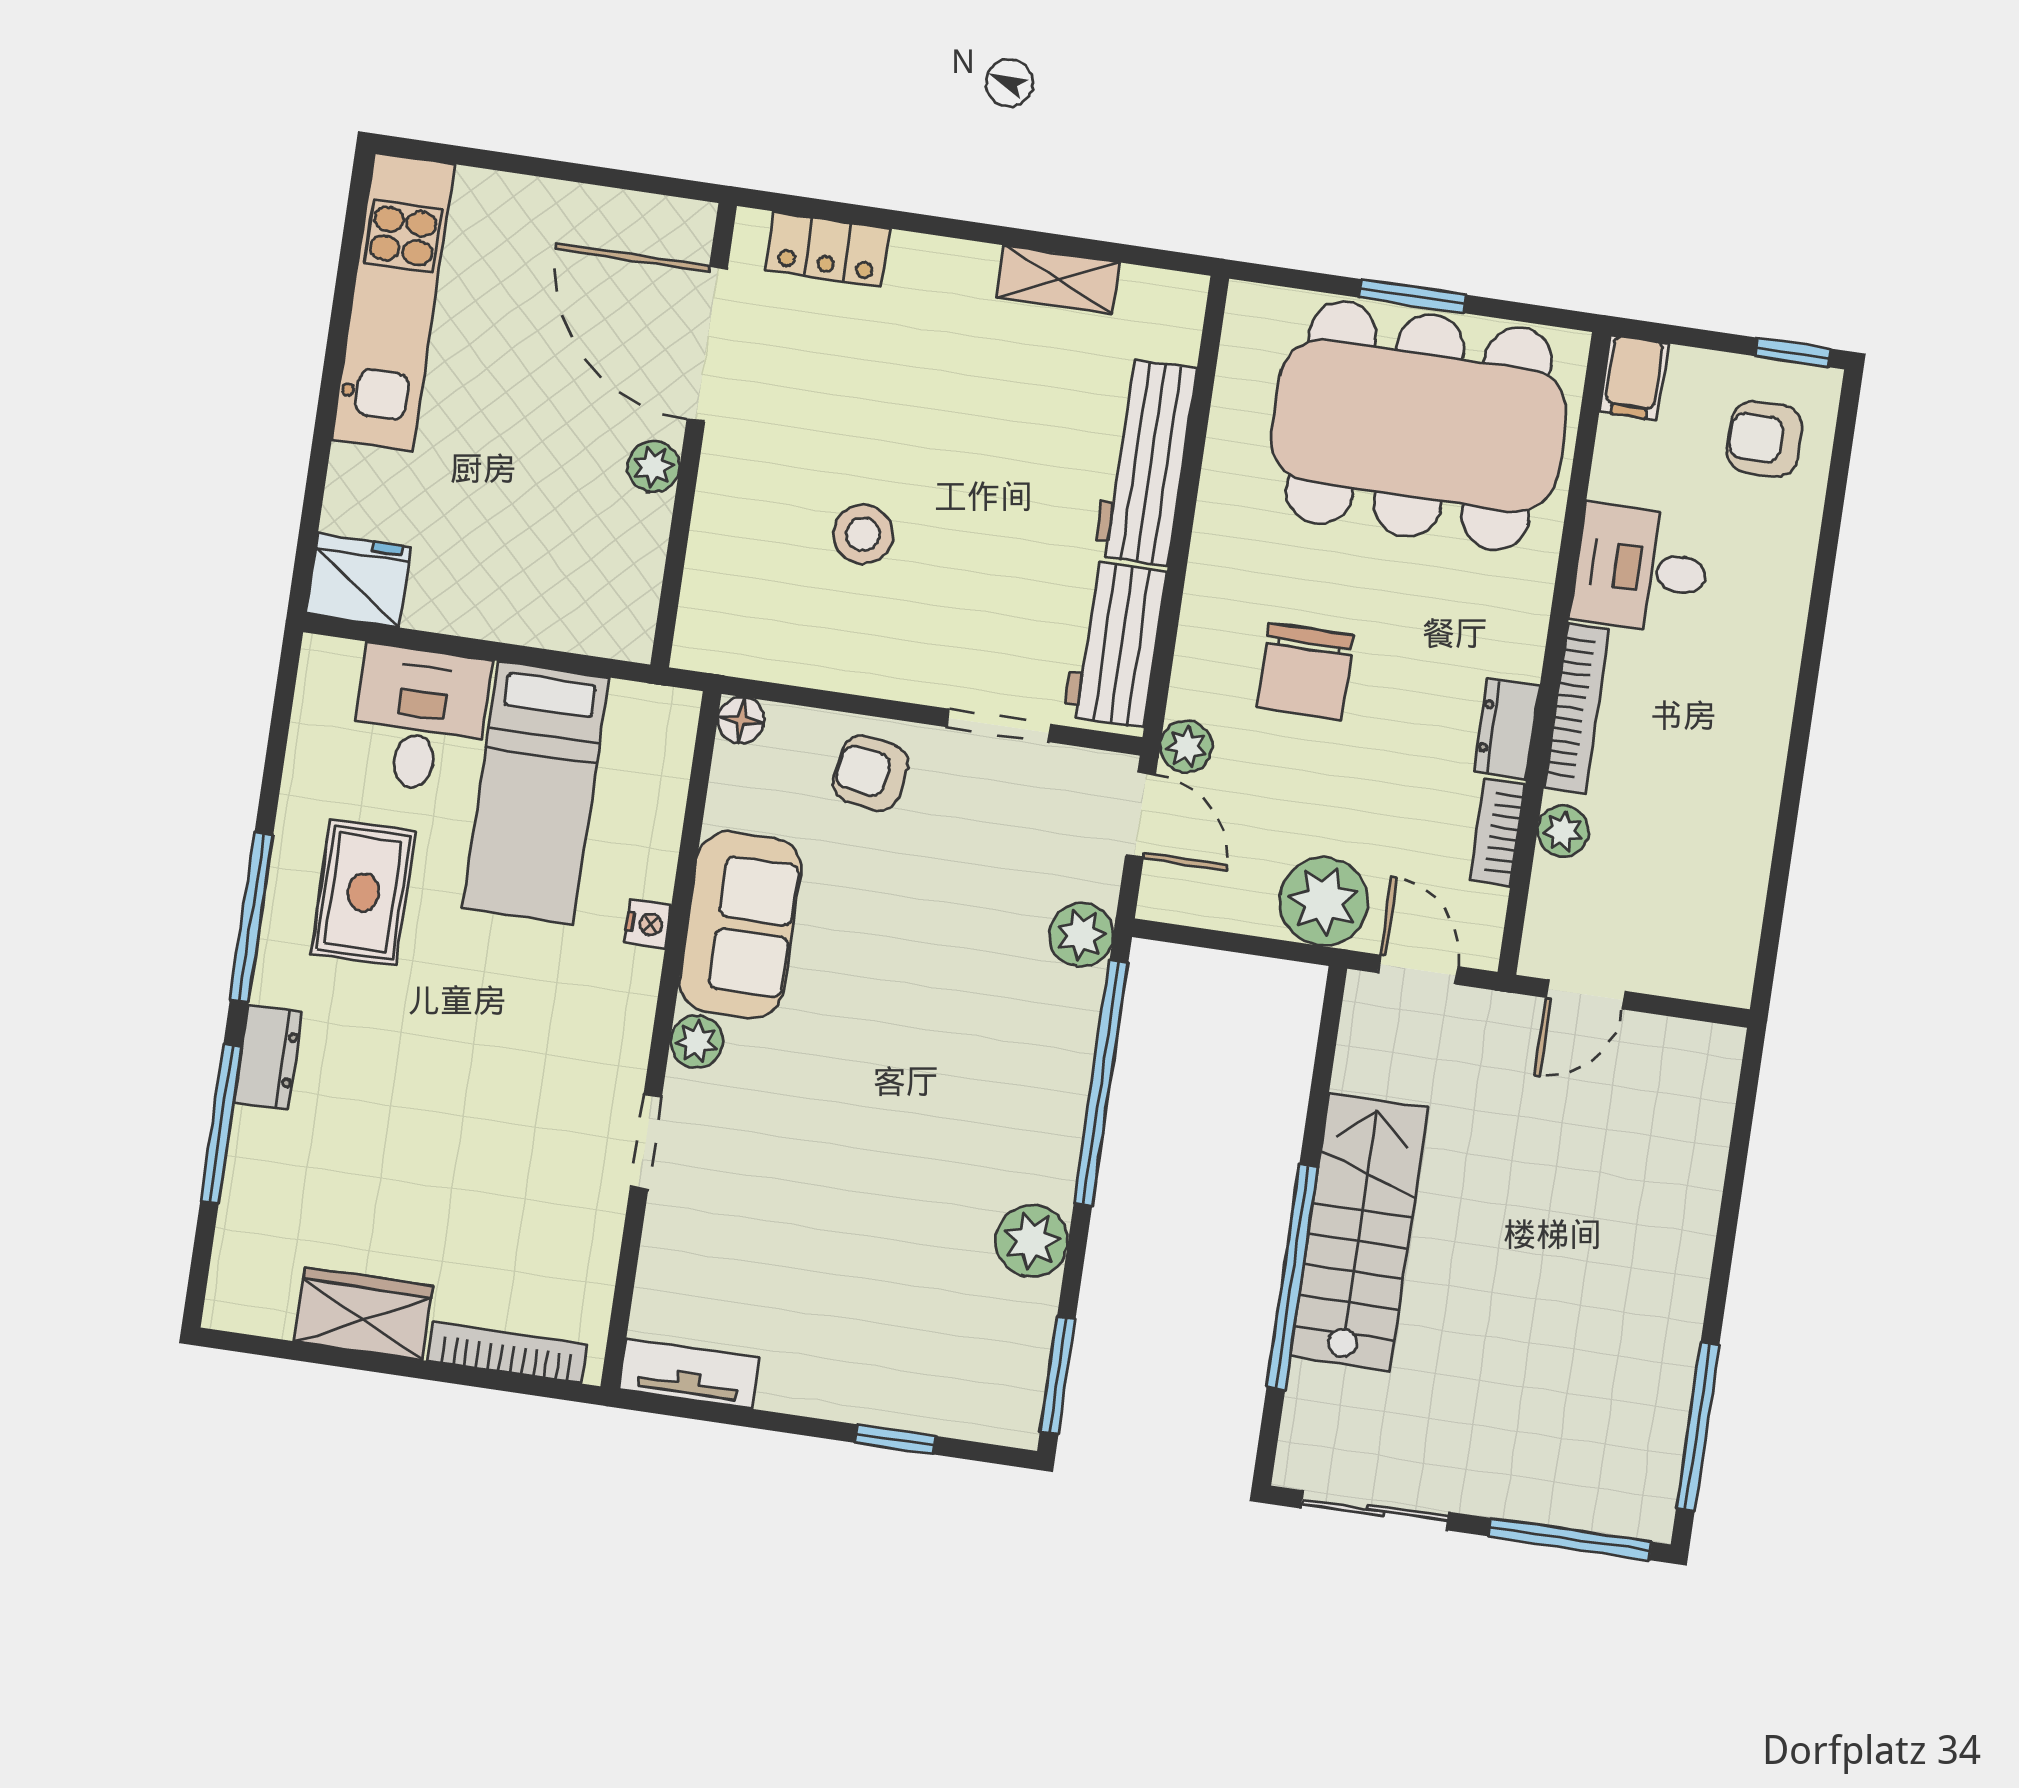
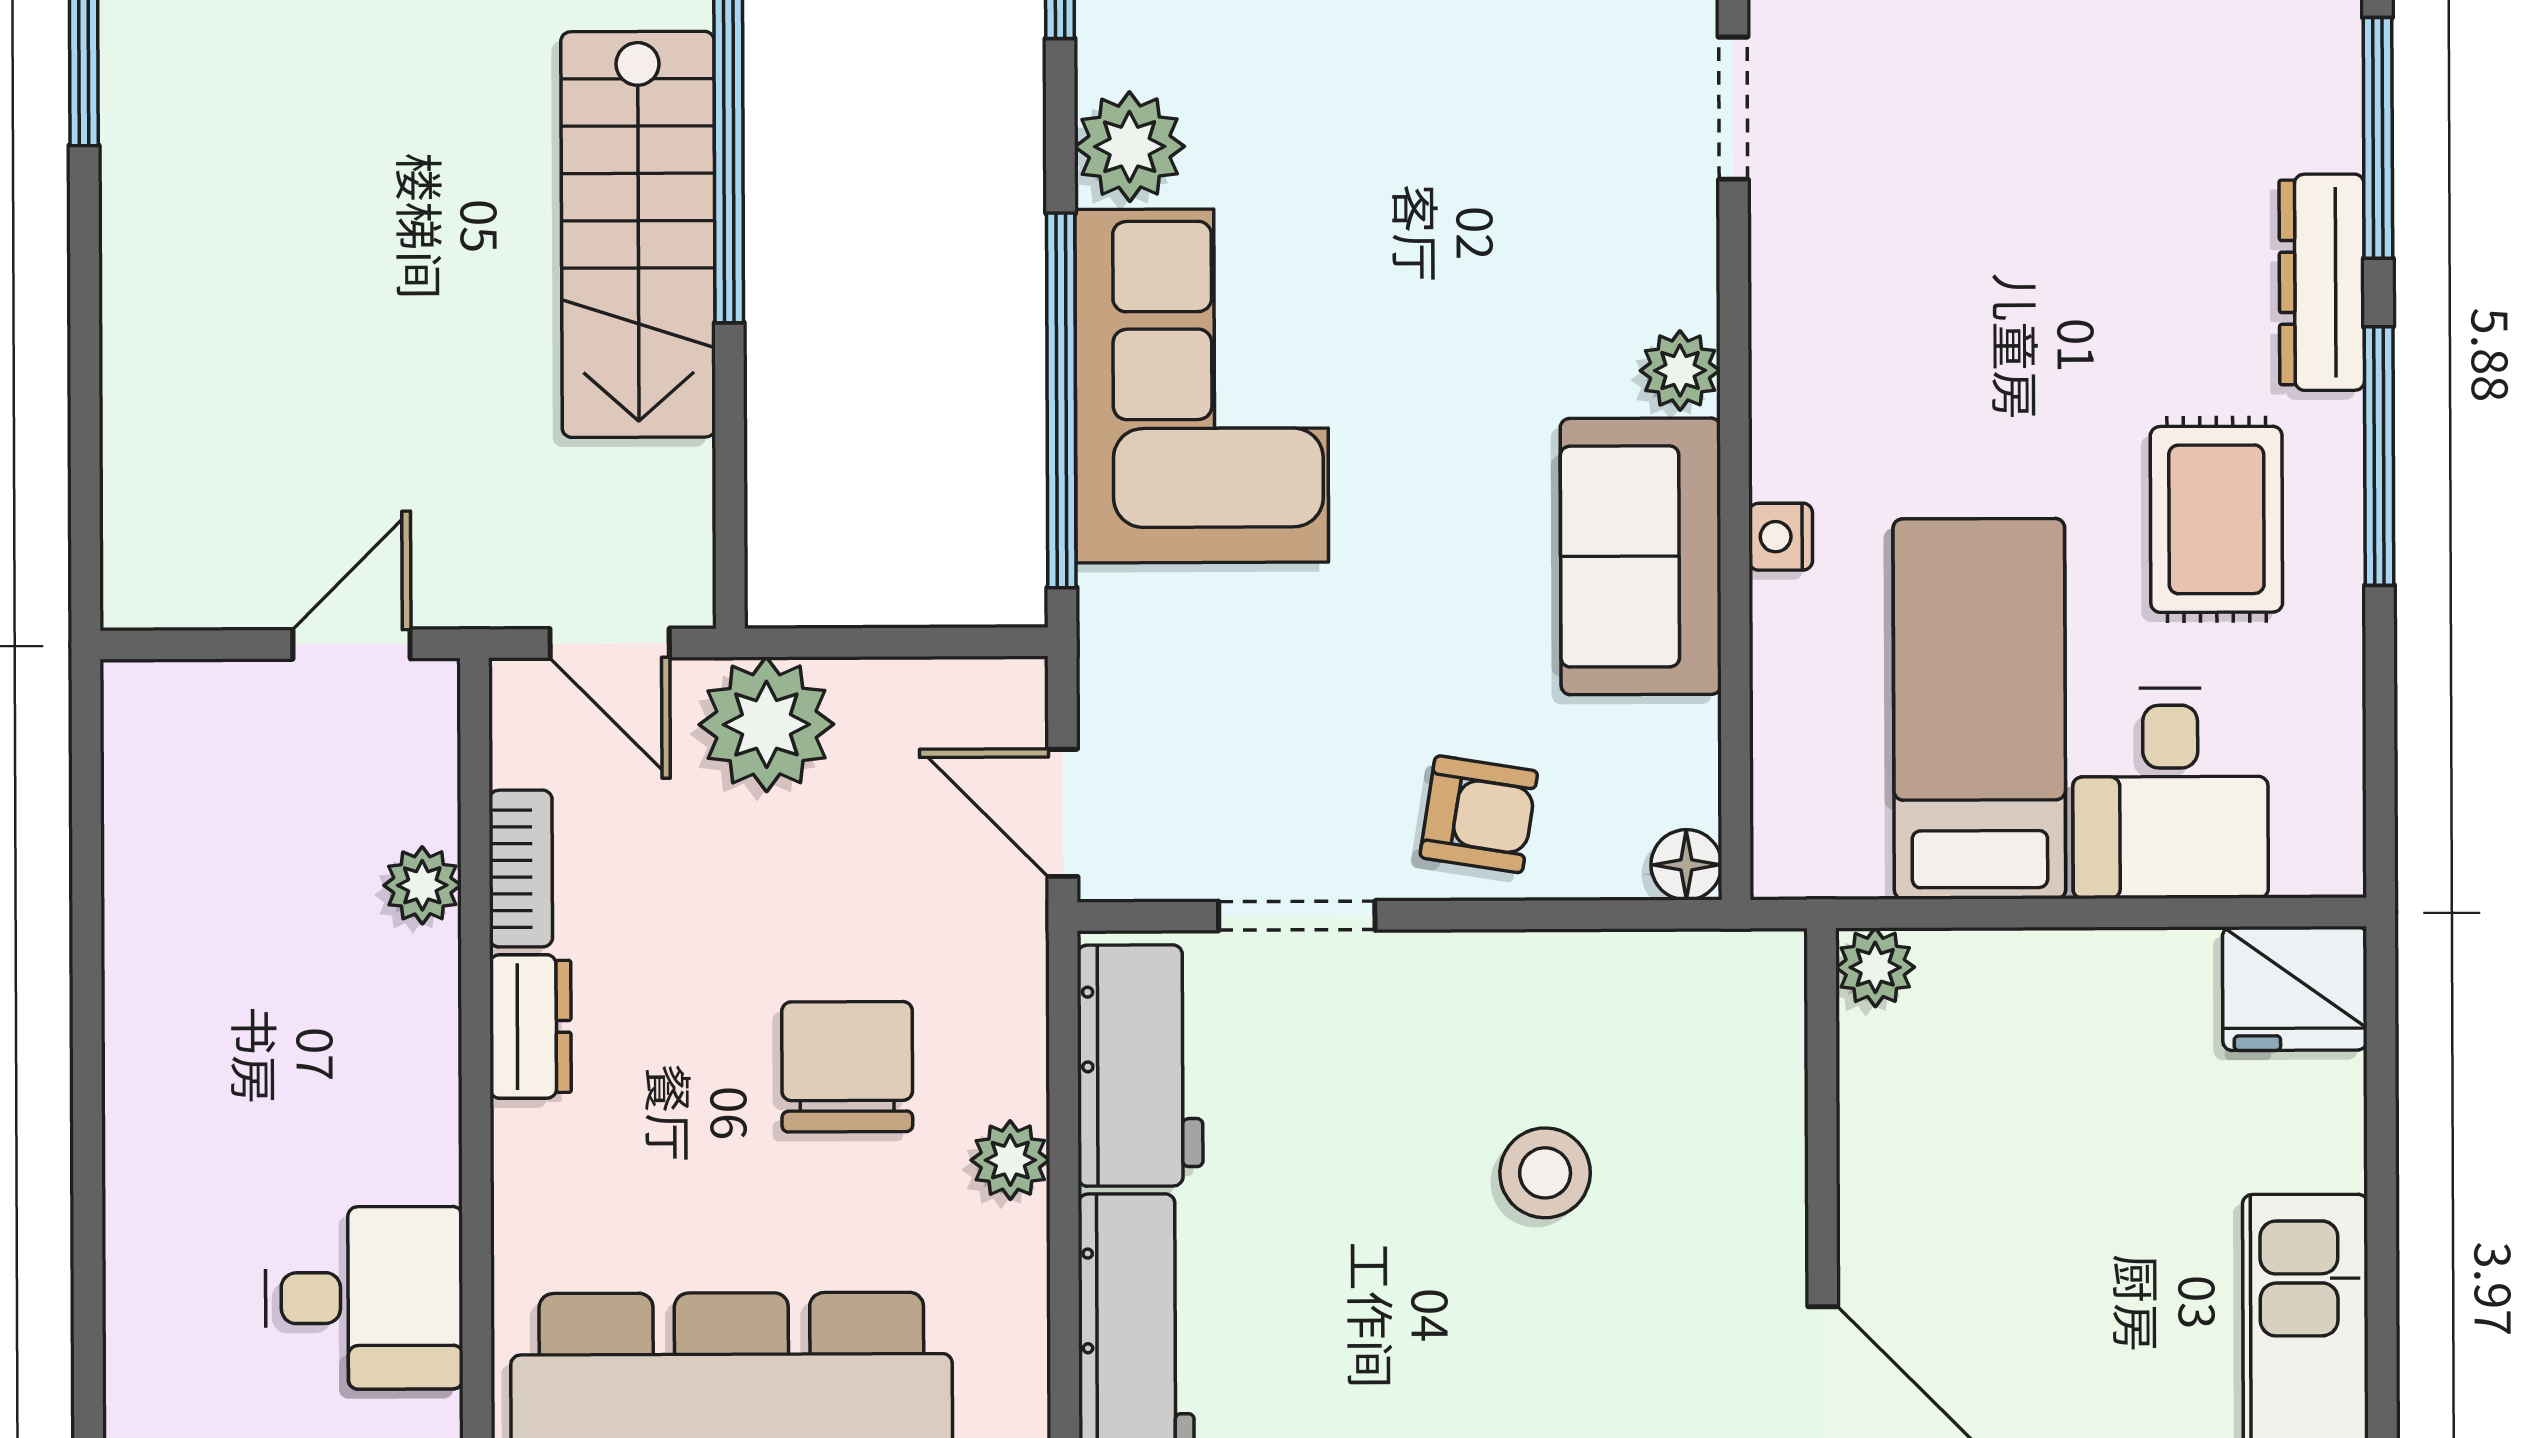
plant: (653, 467) -> (1875, 967), moved
bookcase: (1577, 709) -> (429, 1073), removed
plant: (1186, 747) -> (1010, 1160), moved
plant: (1081, 935) -> (1125, 619), removed
dresser: (268, 1057) -> (2322, 282), width x1.44
corner sofa: (1008, 1079) -> (1202, 386), added
doorway: (646, 1142) -> (1733, 108), moved

